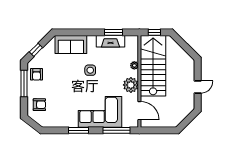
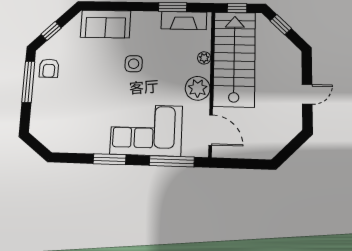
fireplace: (110, 41) -> (184, 21), moved
window: (182, 43) -> (281, 25), added
armchair: (39, 105) -> (50, 116), removed

